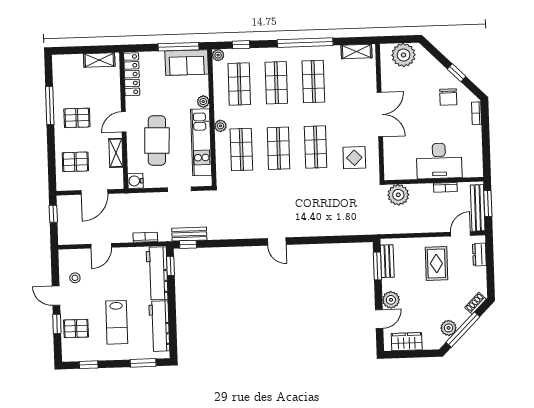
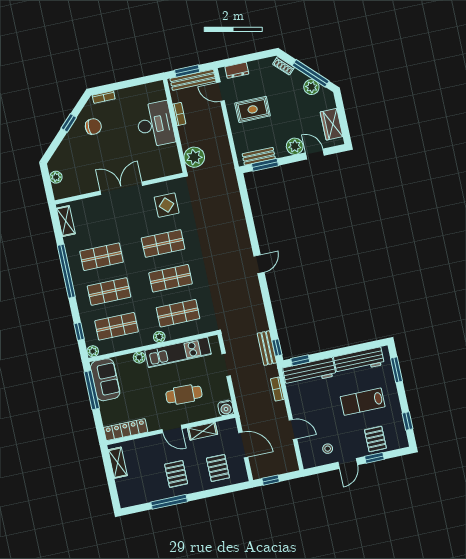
plant: (403, 55) -> (56, 177), width x0.53, depth x0.53
cafe table: (157, 141) -> (184, 395), width x0.73, depth x0.74
lab bench: (117, 322) -> (363, 402), turned 180

